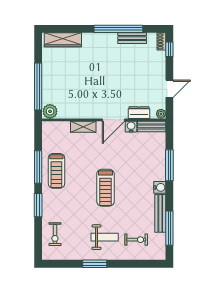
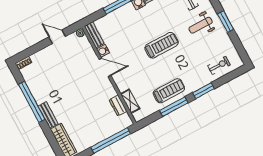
bench: (132, 38) -> (48, 115), moved
window: (169, 49) -> (26, 53), removed
plant: (50, 111) -> (125, 121), removed
dresser: (139, 113) -> (118, 105), moved
shelving: (83, 127) -> (130, 101), moved
weight bench: (105, 237) -> (201, 25), turned -90

